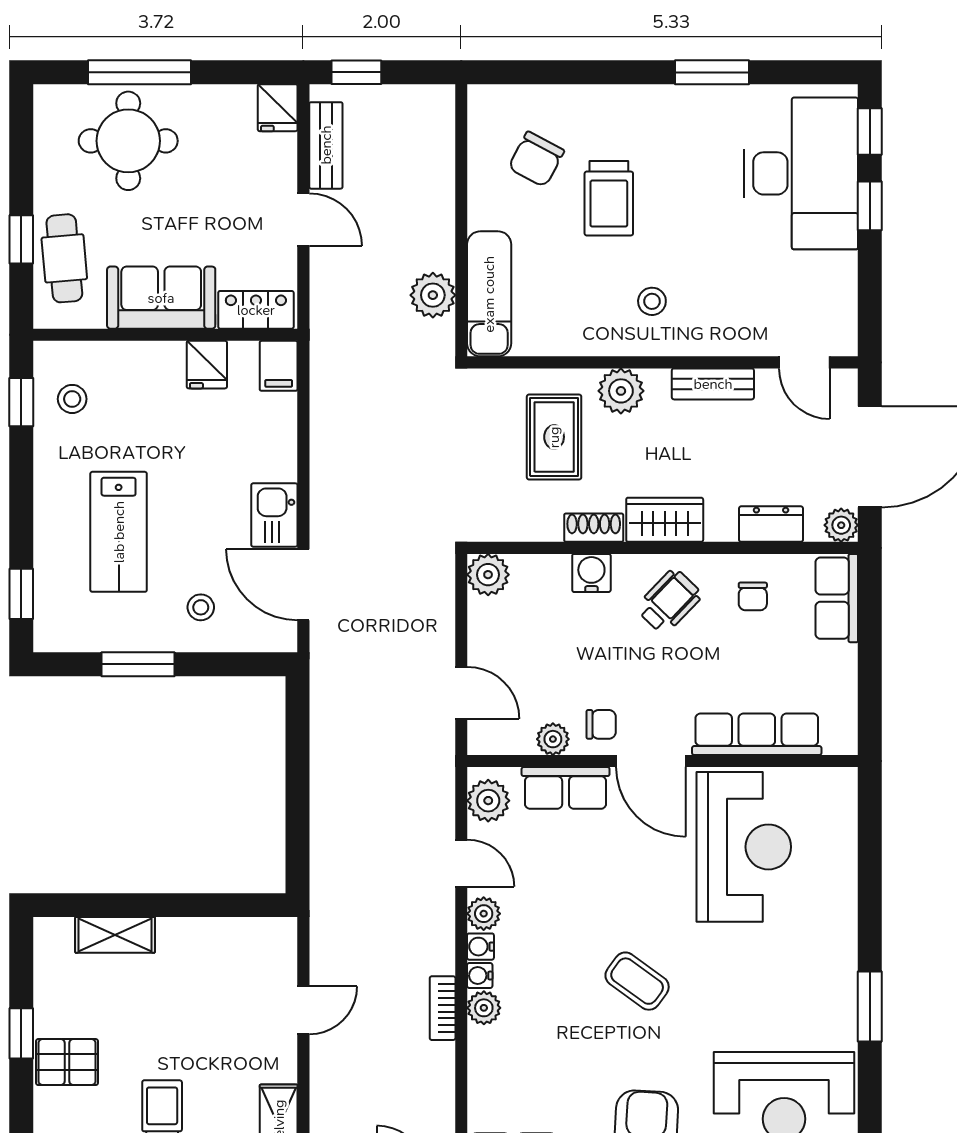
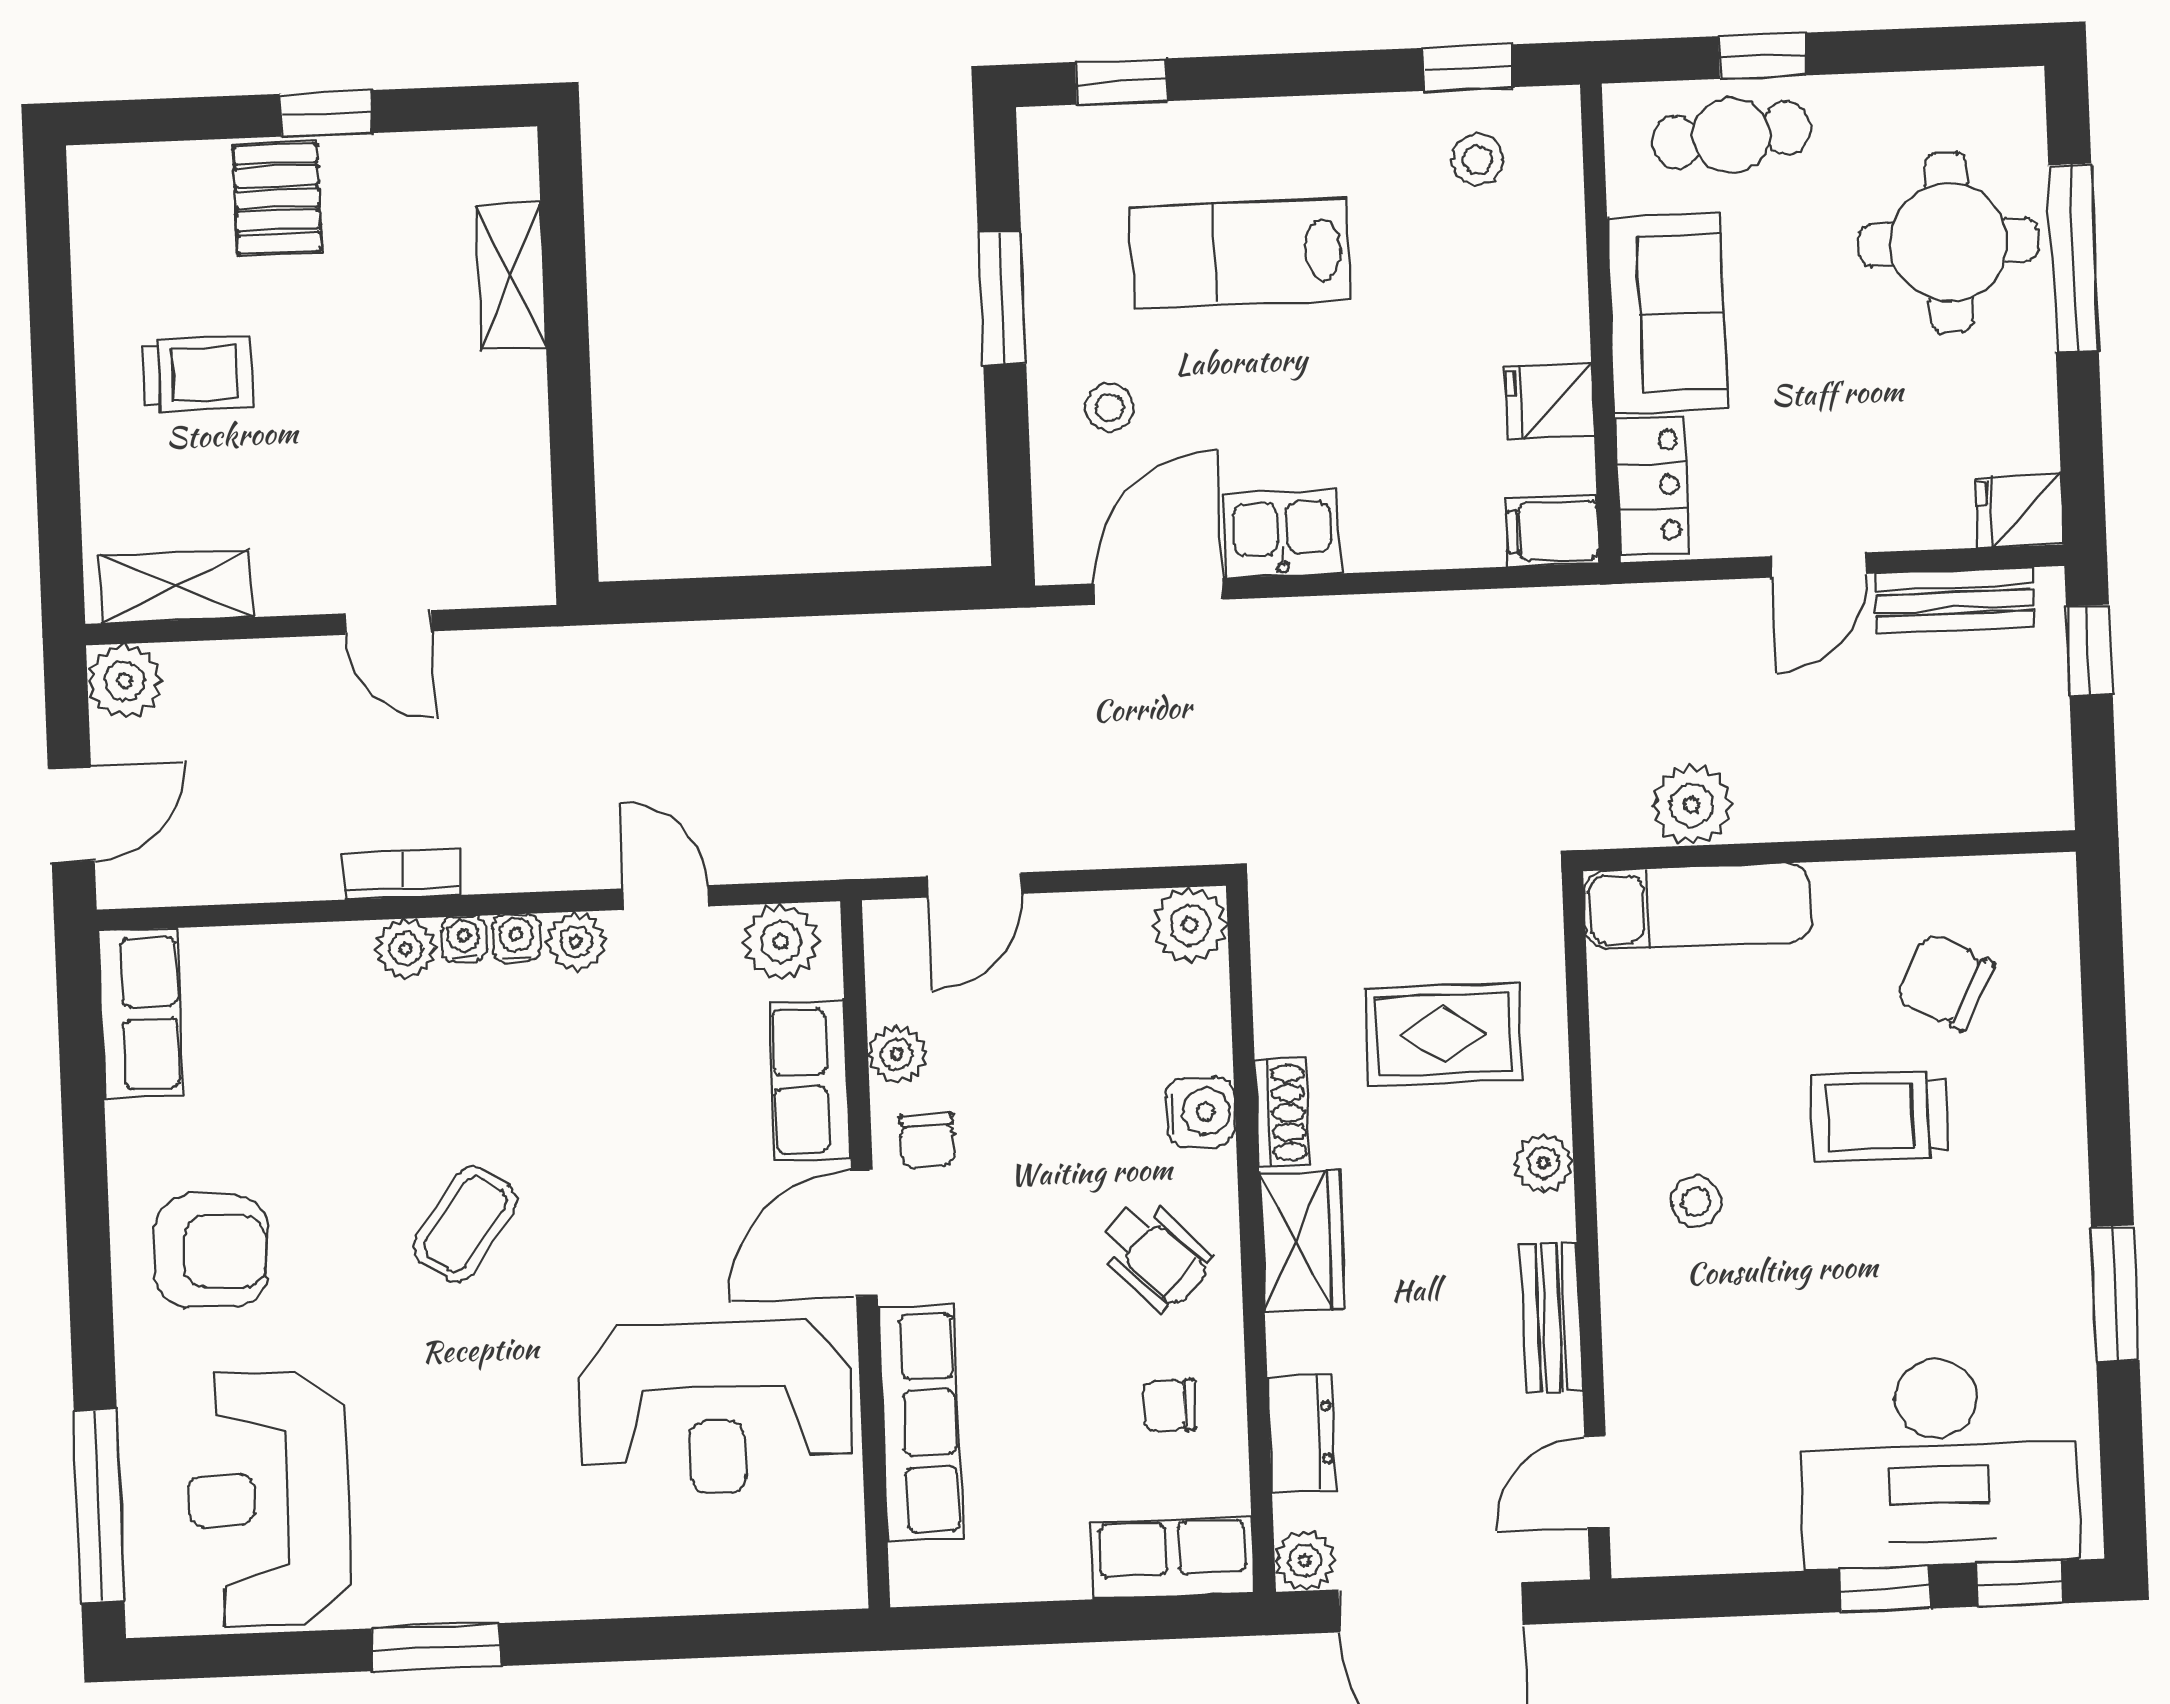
plant: (621, 391) -> (1544, 1163), width x0.73, depth x0.73
door: (461, 863) -> (666, 897), swing flipped

